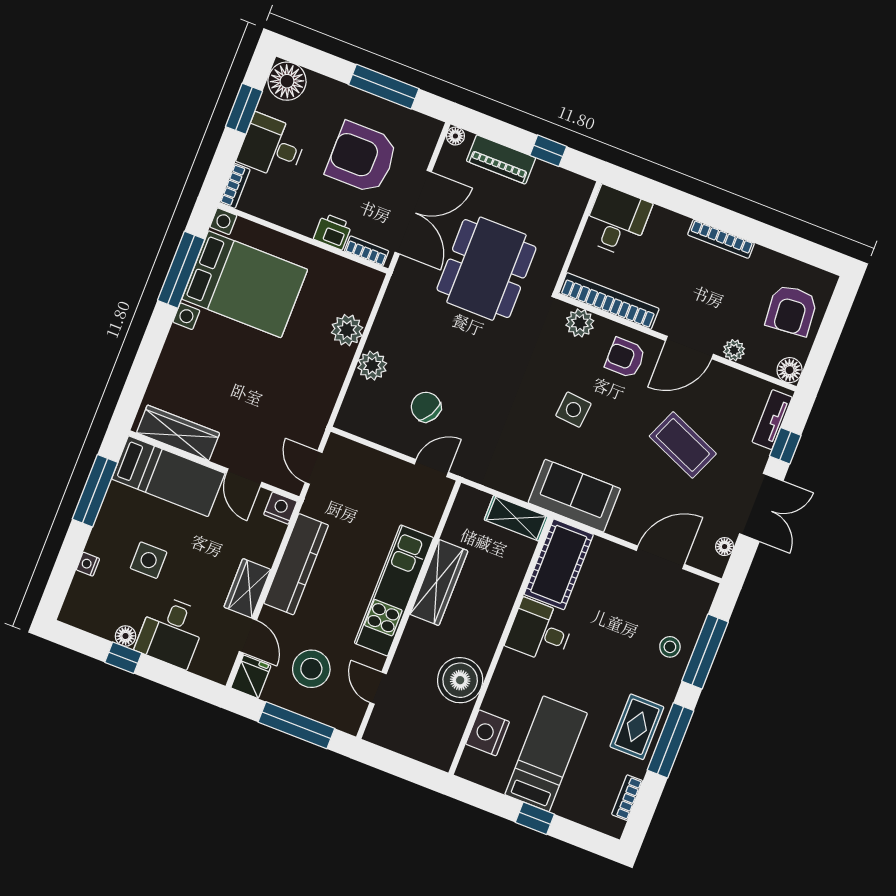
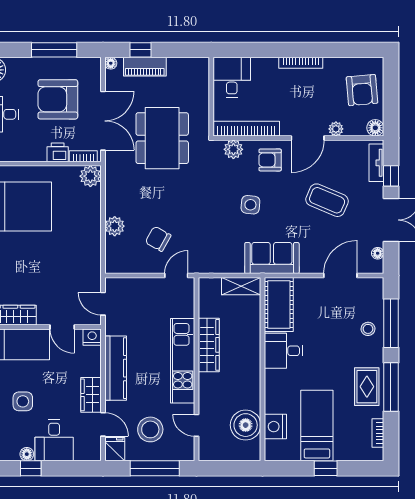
window: (548, 151) -> (140, 50), moved
plant: (347, 330) -> (90, 176), moved
boiler: (460, 680) -> (246, 425), moved

